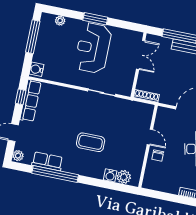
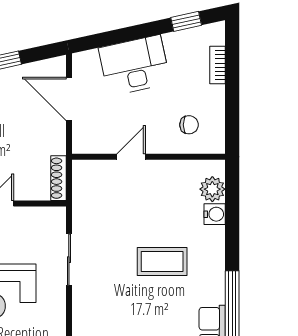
coffee table: (91, 142) -> (162, 262), turned 90
chair: (158, 156) -> (189, 125), moved

